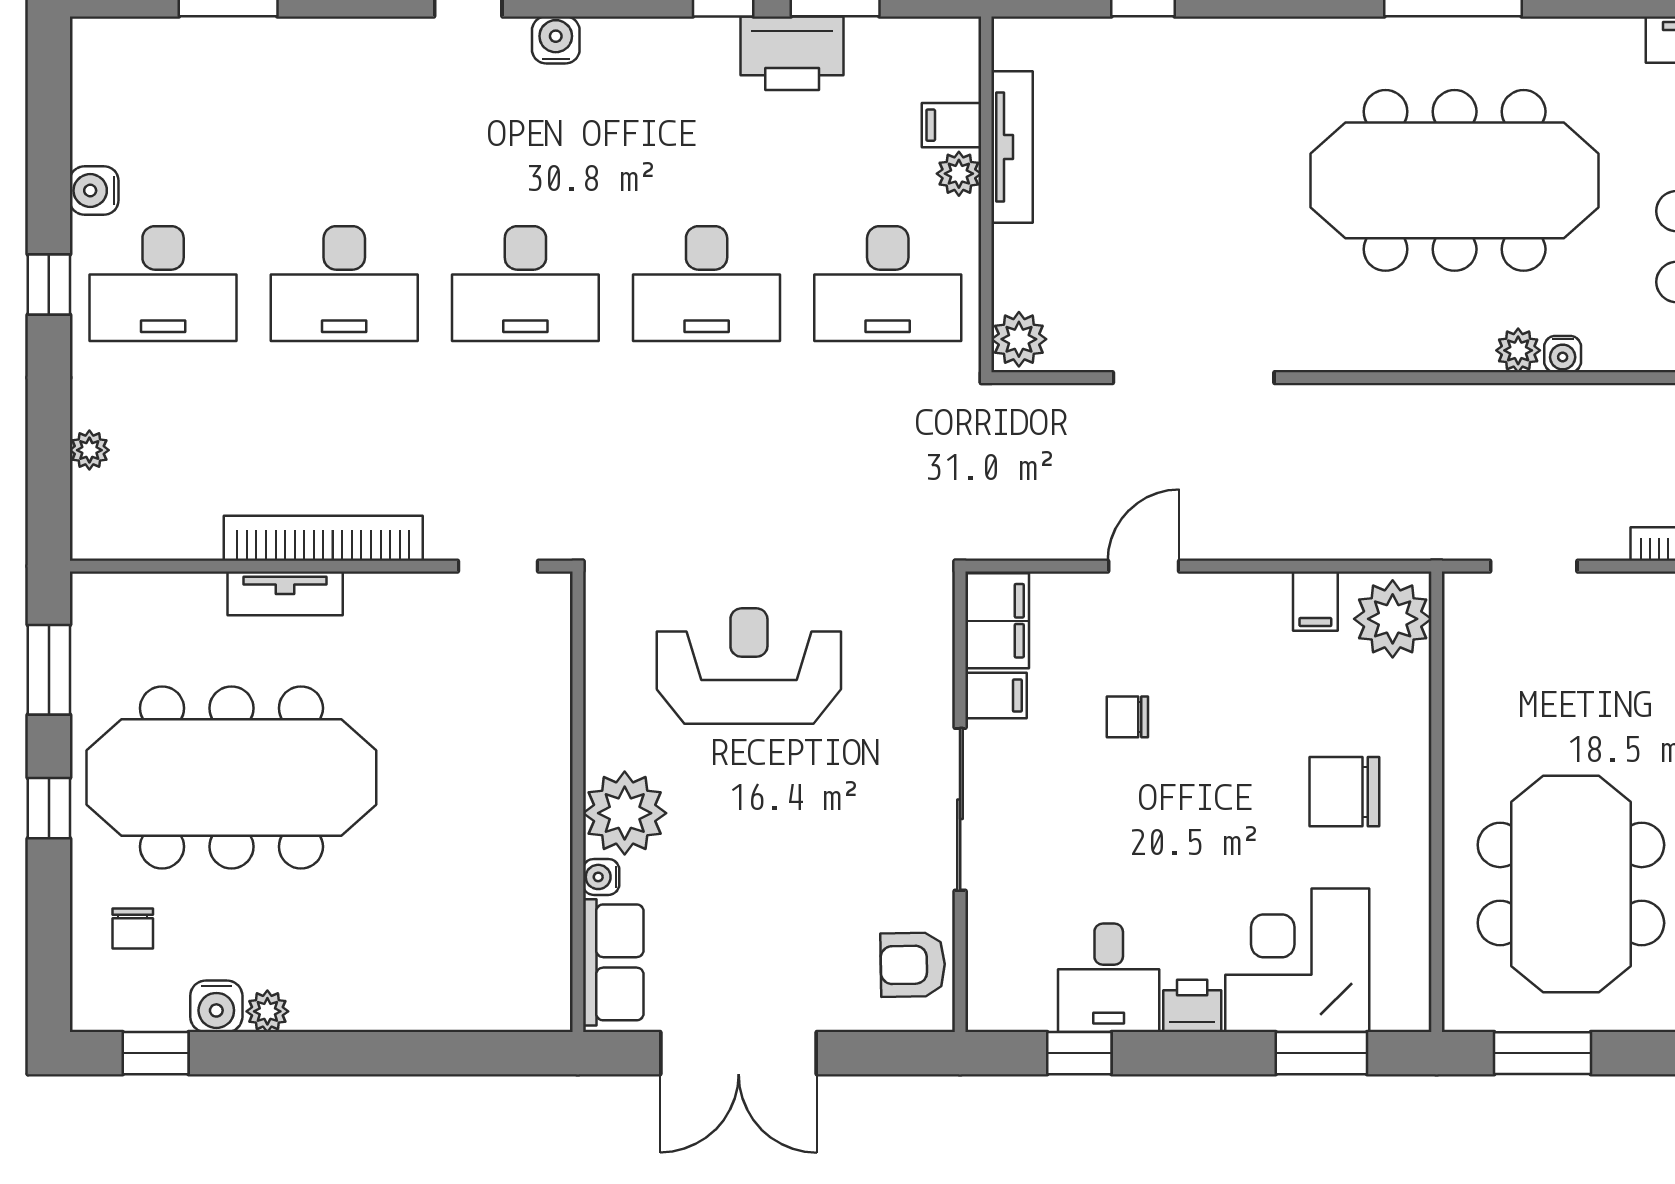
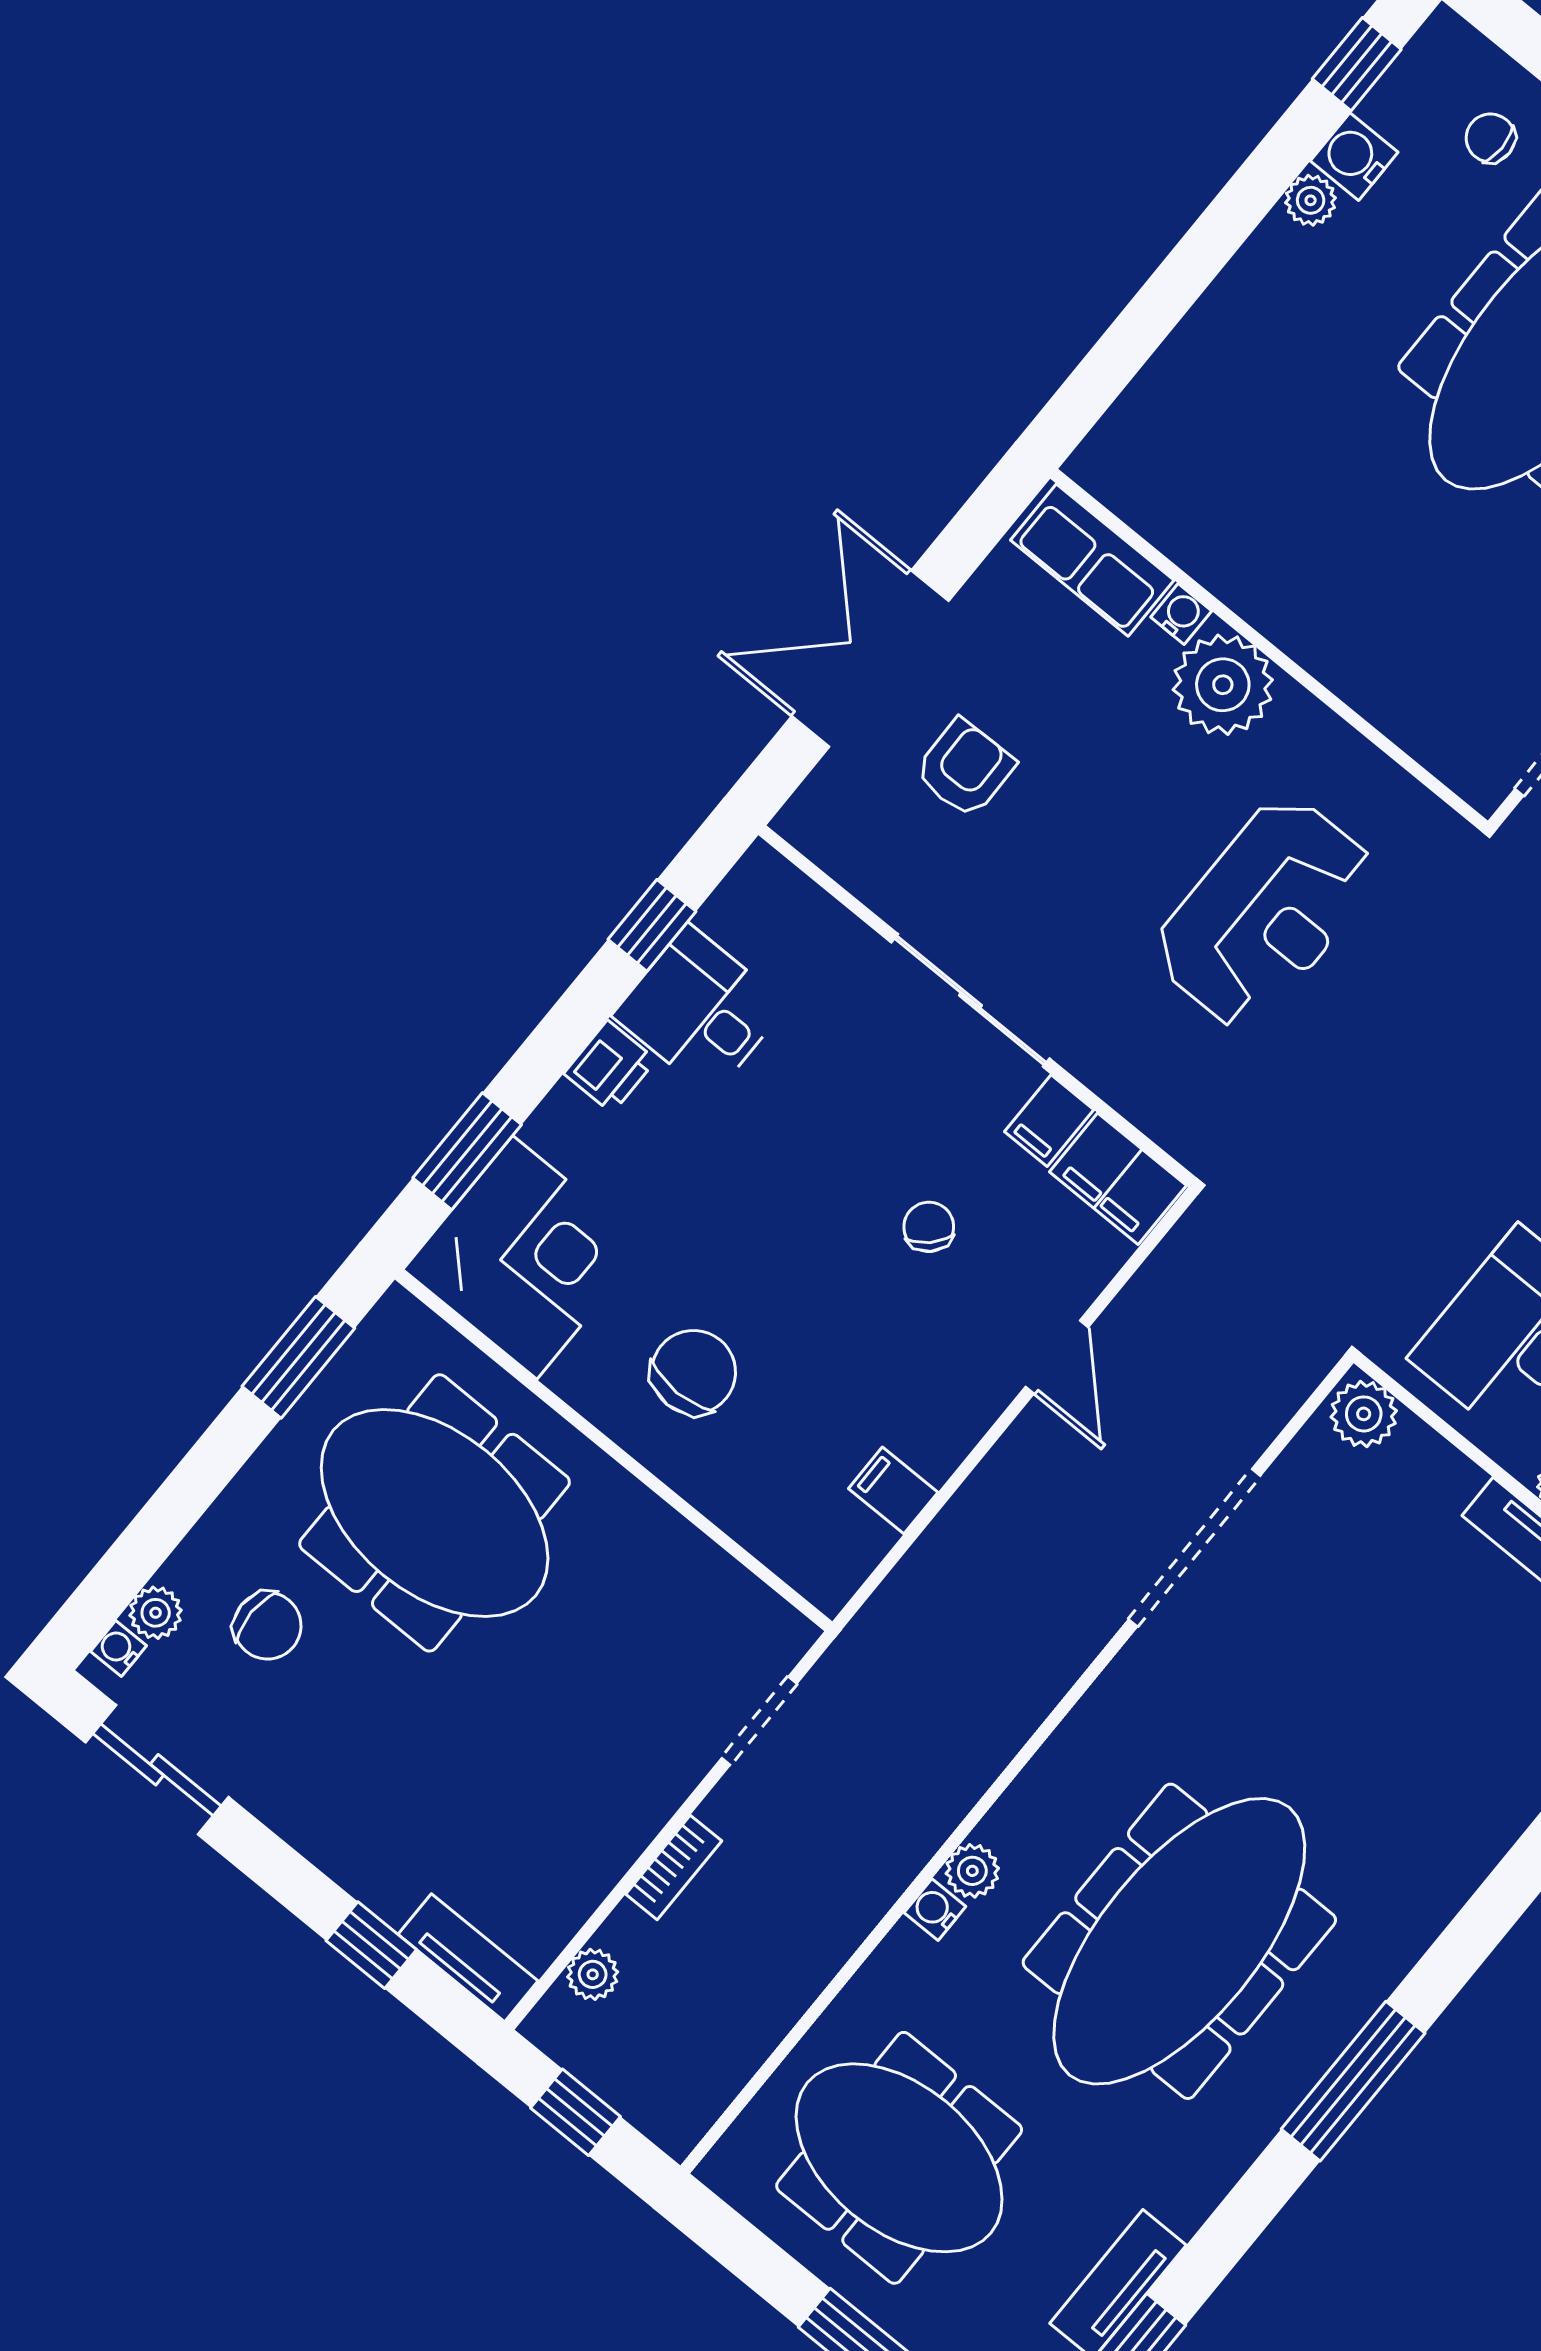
plant: (1393, 619) -> (818, 1549), removed
chair: (1127, 717) -> (929, 1227), turned -44
corner desk: (1297, 960) -> (525, 1257), moved
armchair: (913, 965) -> (965, 768), moved
double door: (739, 1053) -> (870, 659), moved

